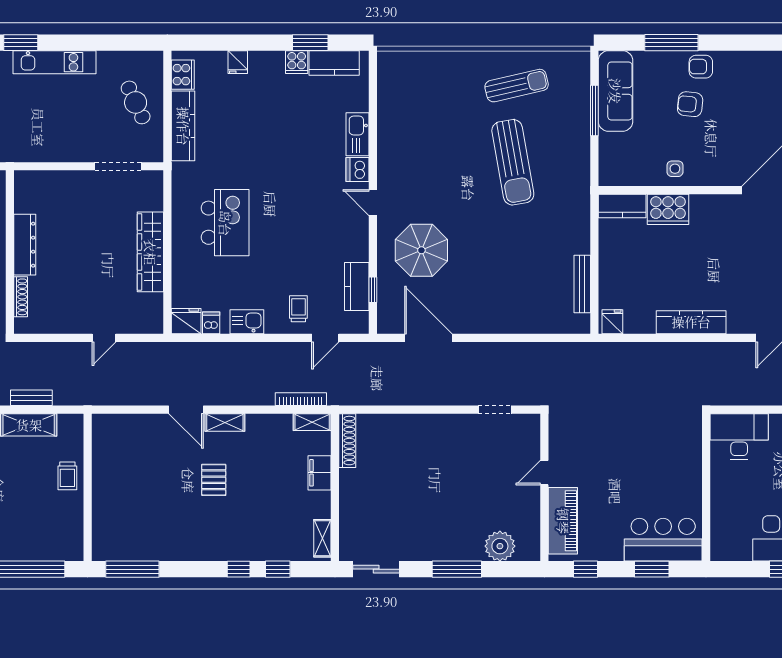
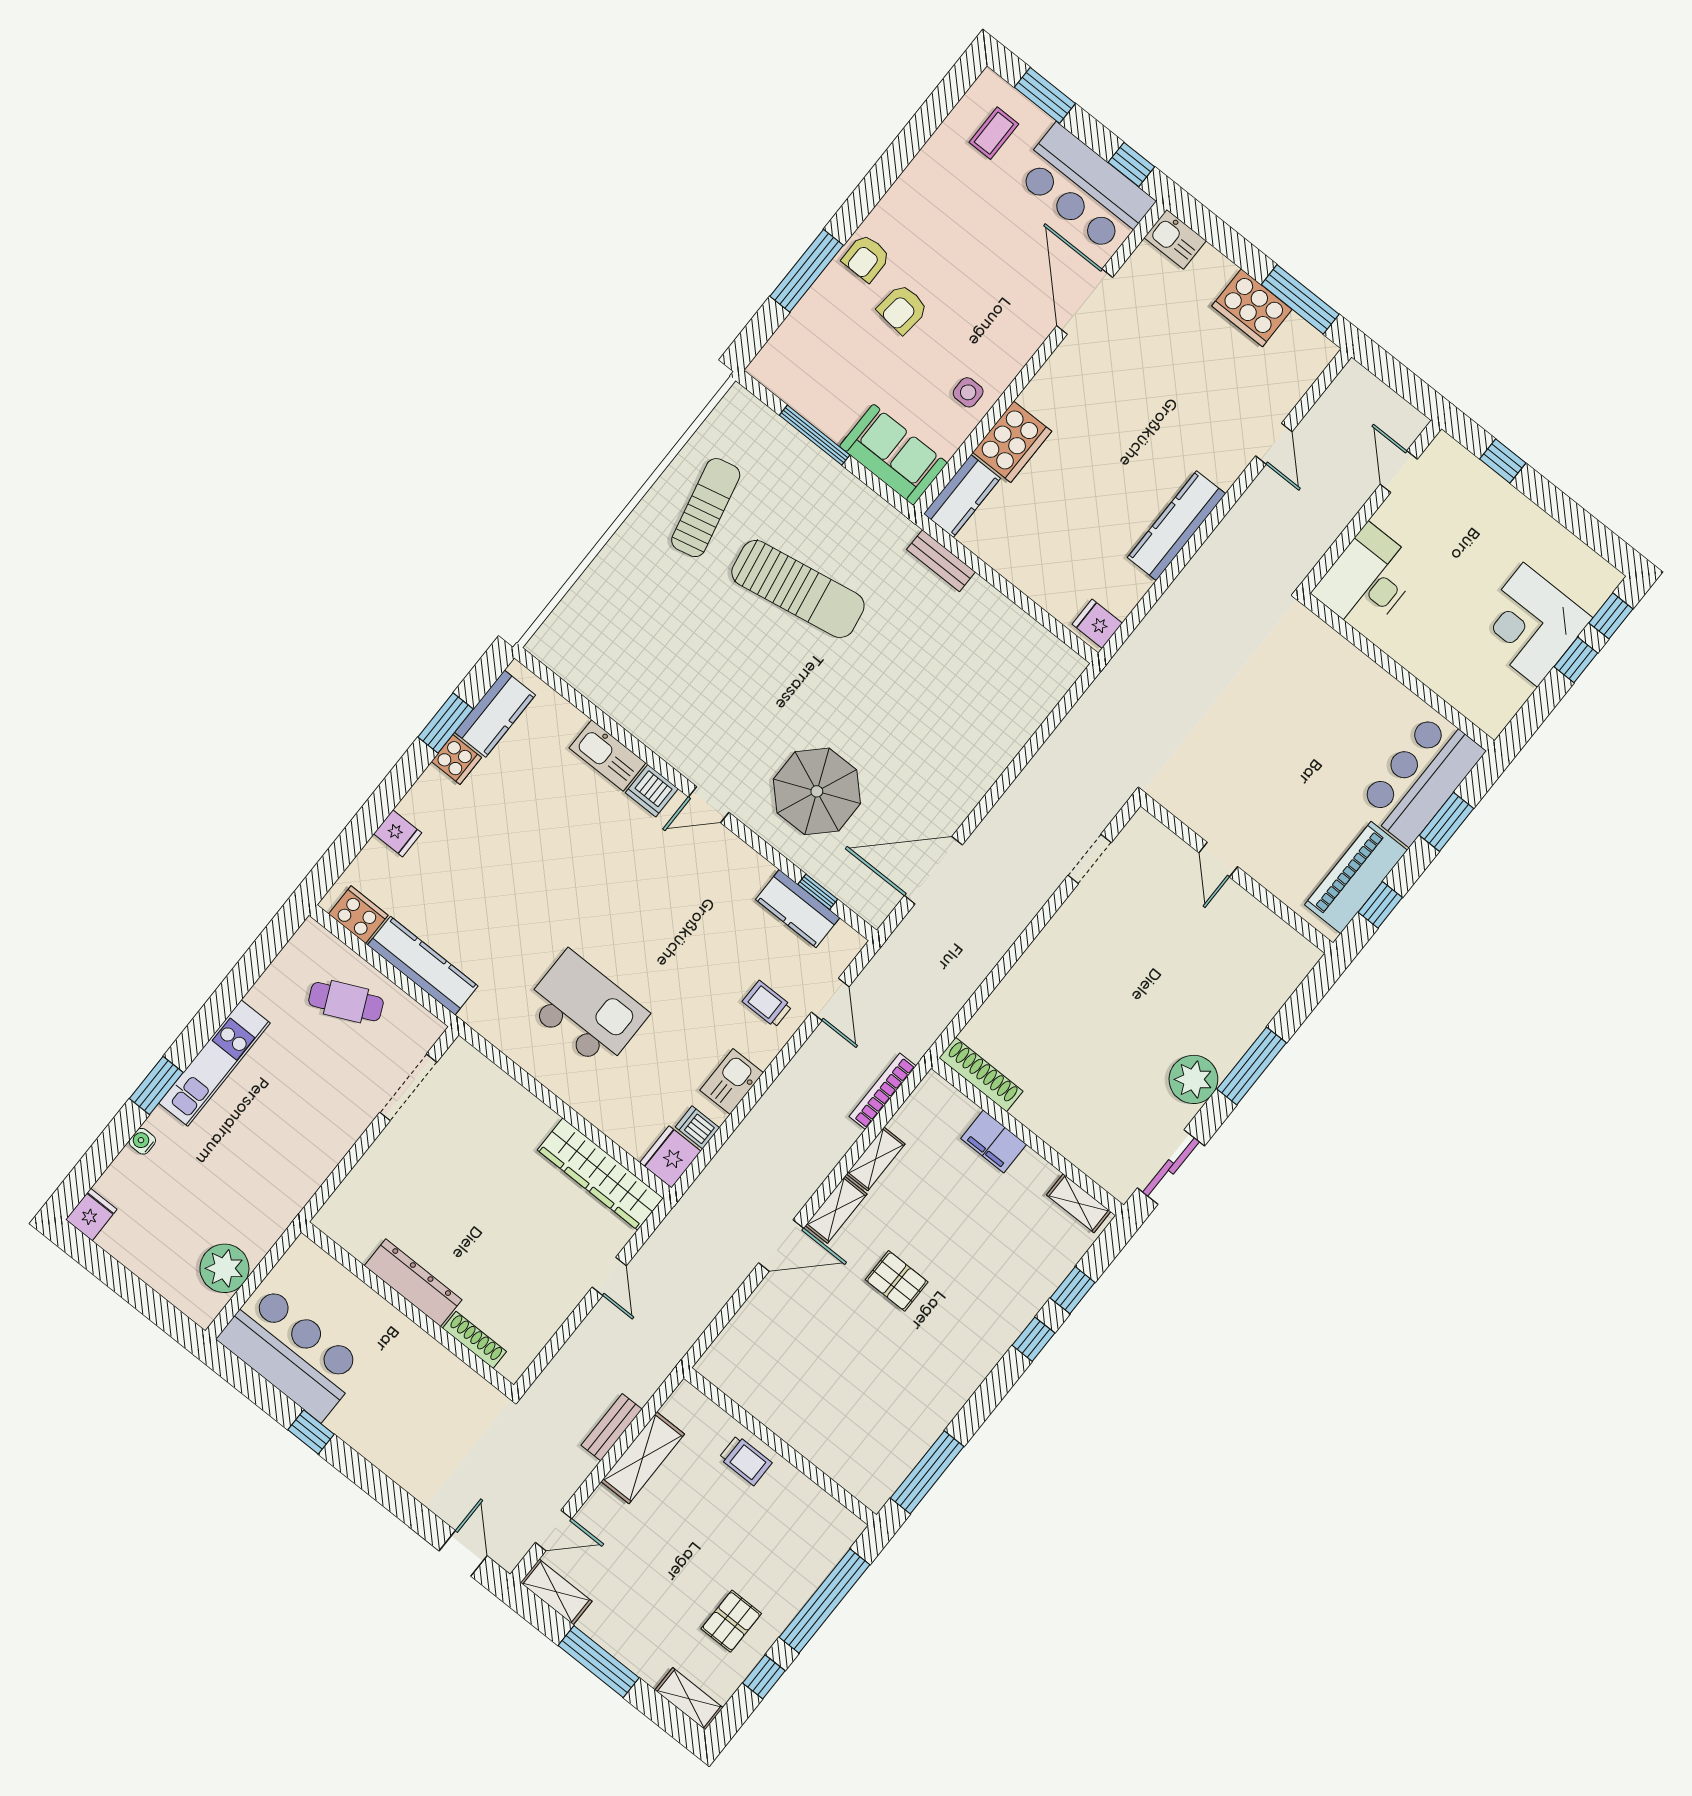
sofa: (615, 91) -> (893, 455), moved, width x0.73
wardrobe: (150, 252) -> (600, 1174), moved
bench: (582, 284) -> (941, 561), moved, width x0.73
shelving: (312, 422) -> (876, 1159), moved
piano: (563, 521) -> (1356, 877), moved, turned -90
plant: (500, 546) -> (1193, 1079), moved

